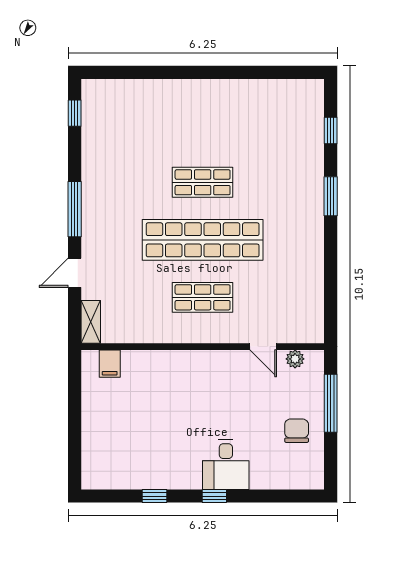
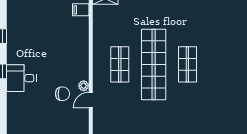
plant: (295, 359) -> (84, 86), moved
chair: (297, 431) -> (63, 94), moved

